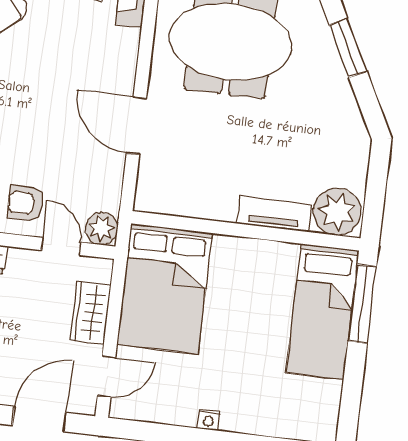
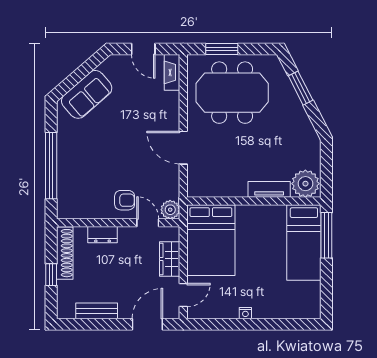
armchair: (26, 203) -> (125, 200), turned 180

